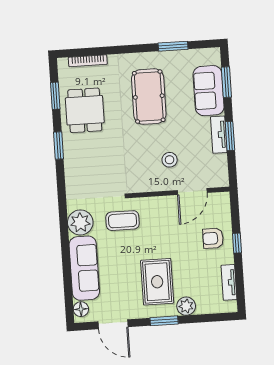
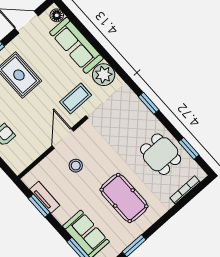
tv unit: (219, 135) -> (45, 197), moved
window: (230, 136) -> (39, 206), moved
window: (59, 145) -> (149, 103), moved
door: (192, 192) -> (63, 138), moved

